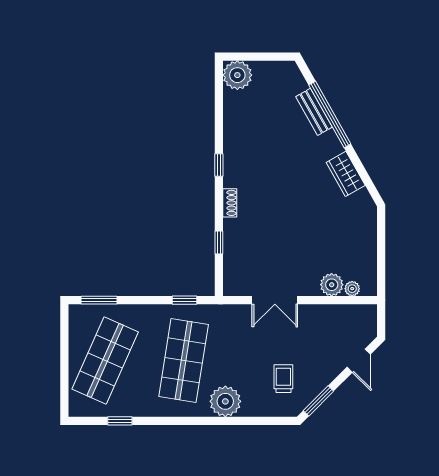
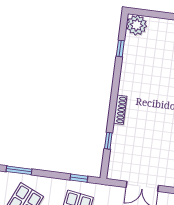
window: (219, 165) -> (120, 48), moved
shoe rack: (230, 203) -> (120, 110), width x1.43

